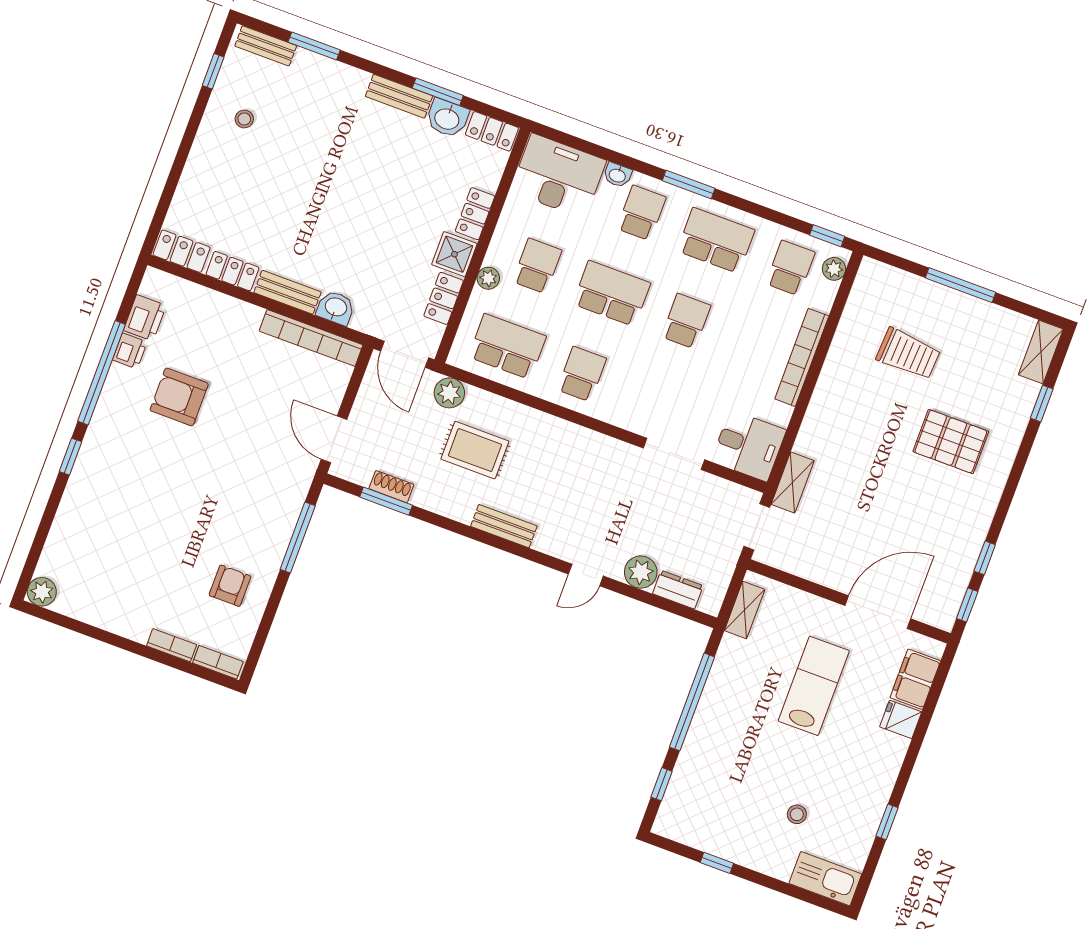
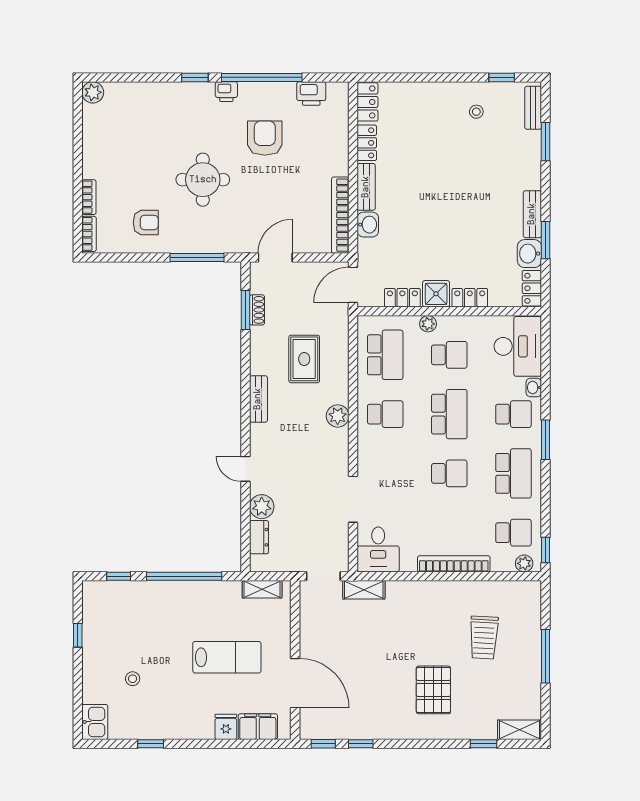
printer: (130, 351) -> (226, 92), moved
plant: (449, 393) -> (338, 416), moved
round table: (203, 494) -> (203, 180), added
kitchen sink: (825, 879) -> (95, 722), width x0.73

